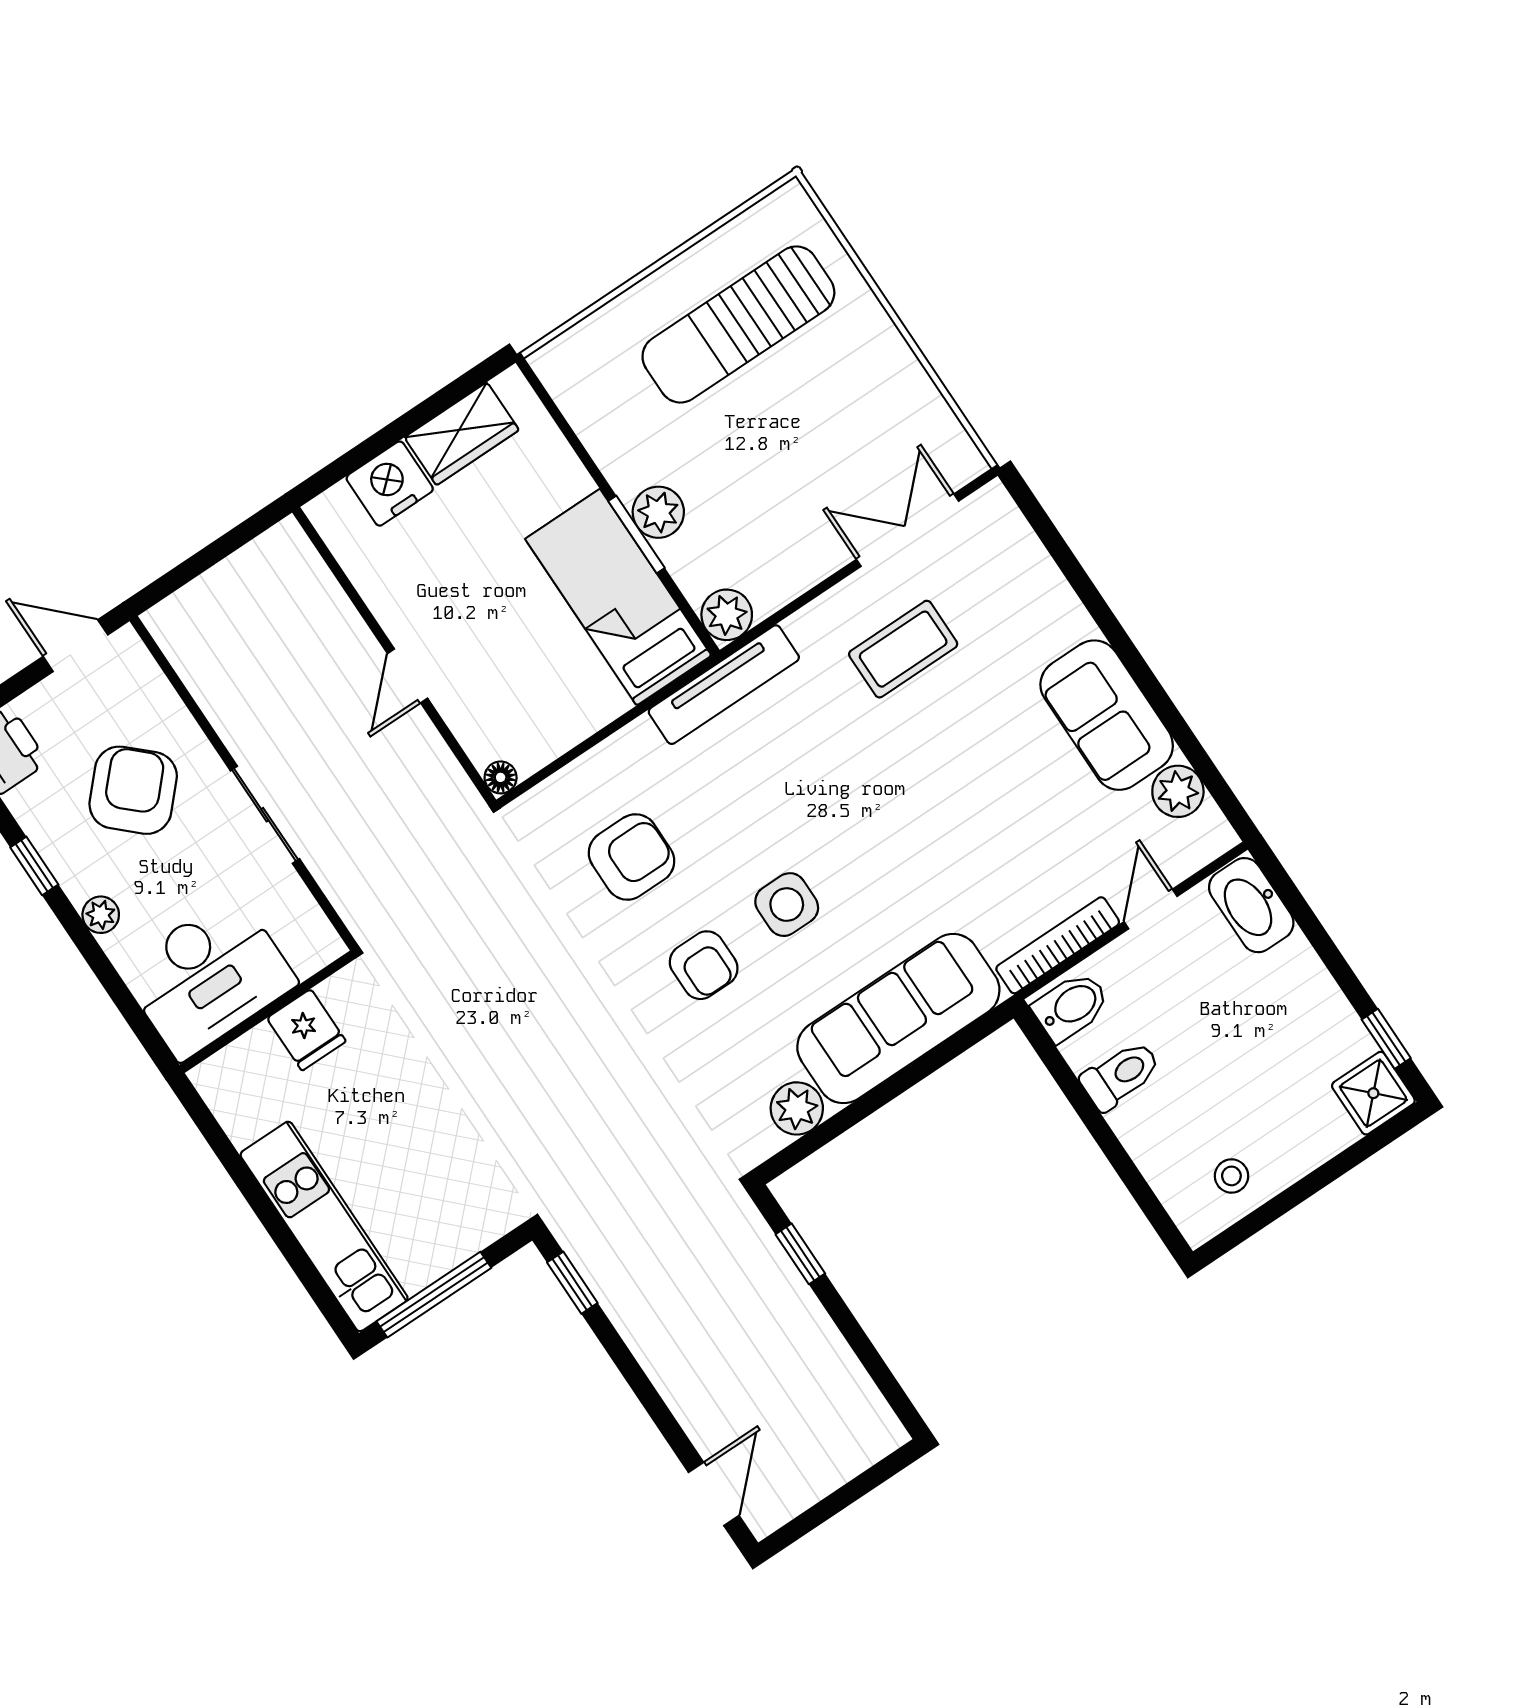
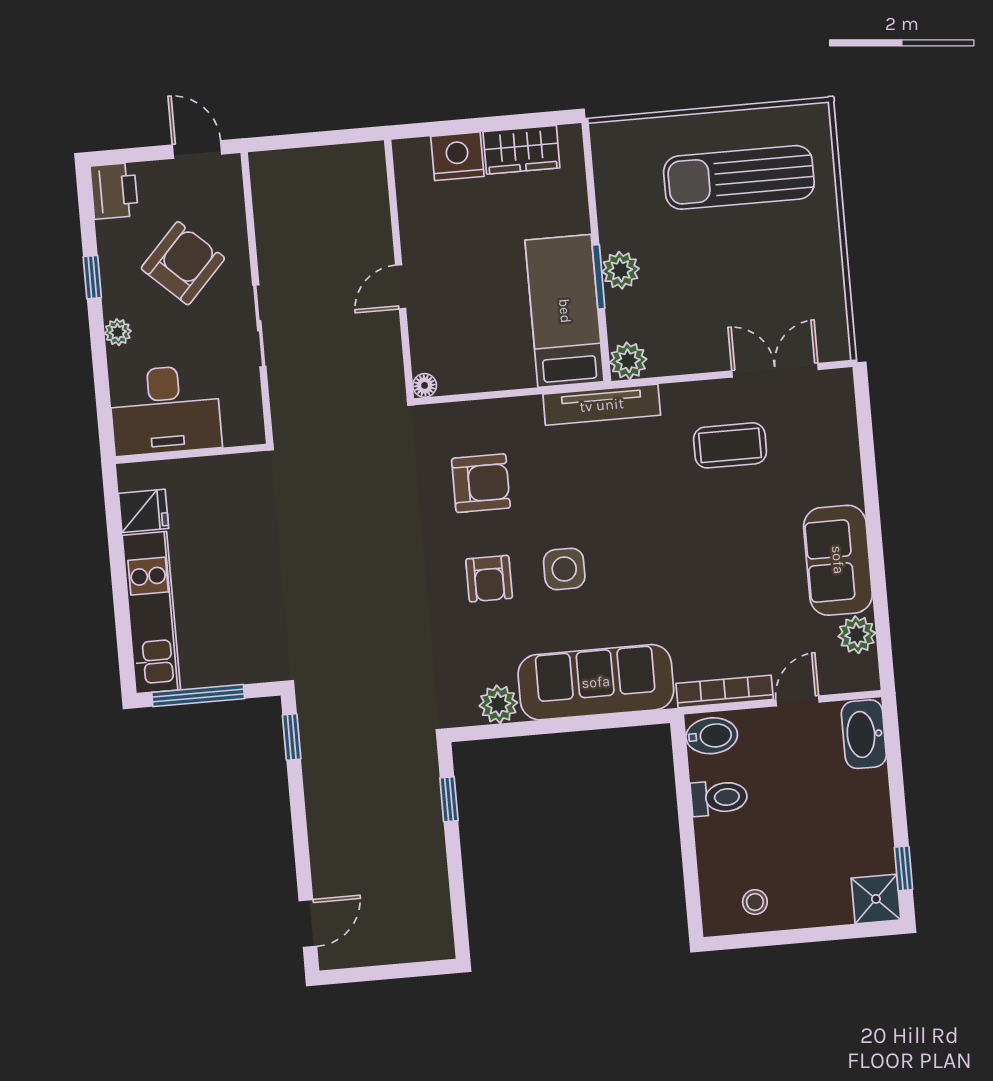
fridge: (306, 1030) -> (144, 511), moved, turned -90

